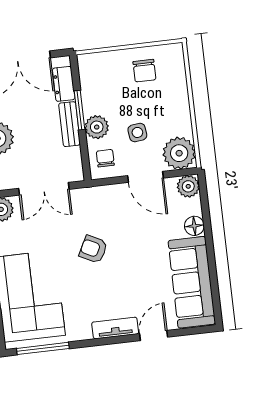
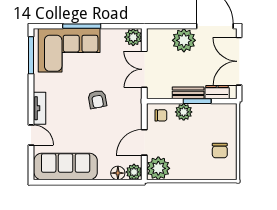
chair: (144, 71) -> (220, 151), turned -90
side table: (137, 132) -> (176, 140), removed
floor lamp: (194, 226) -> (118, 173), moved
armchair: (93, 249) -> (97, 99), turned 142

